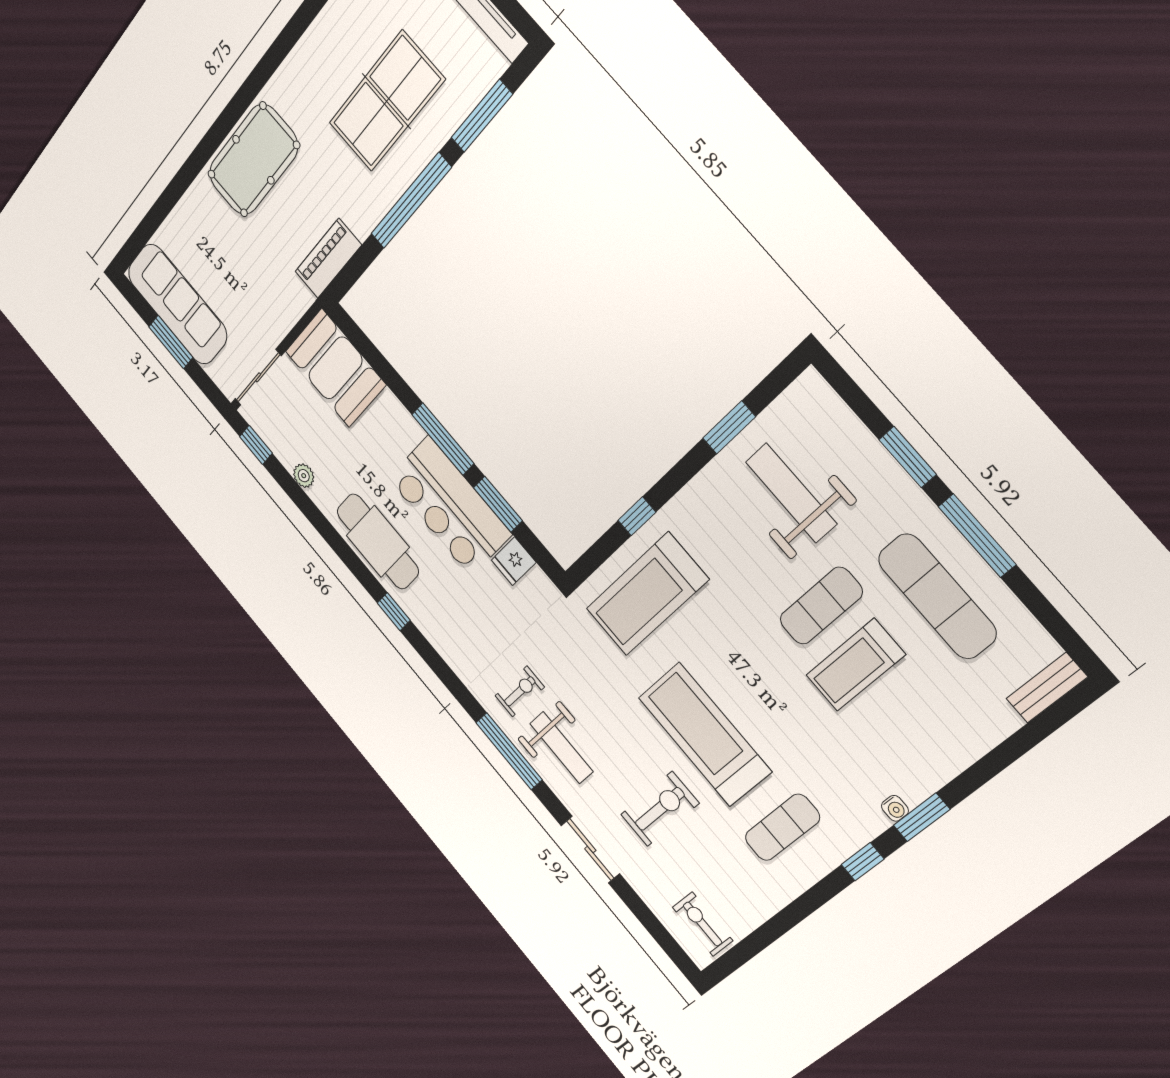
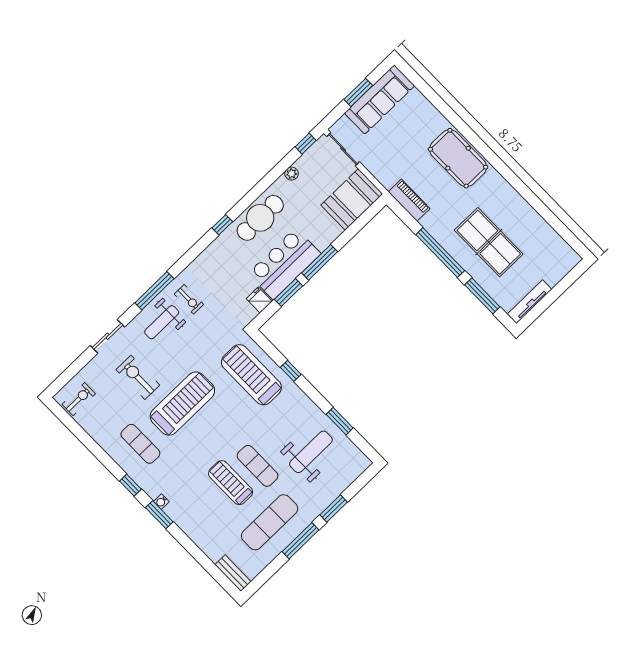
exercise bike: (660, 809) -> (138, 377), turned 180

